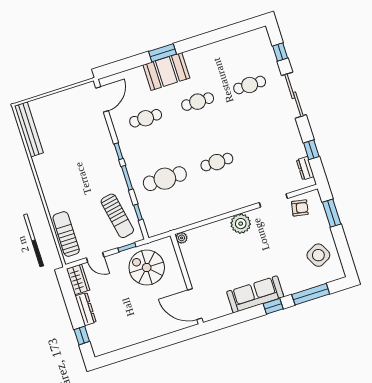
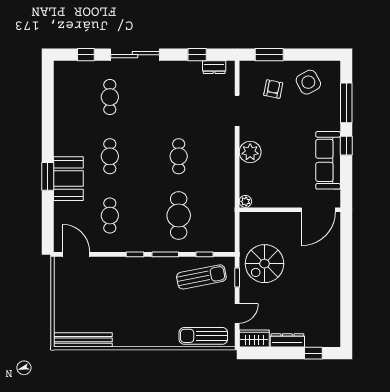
armchair: (300, 208) -> (273, 89), moved
plant: (182, 238) -> (245, 201), moved
wall: (187, 279) -> (290, 210), moved
door: (195, 304) -> (318, 210), moved

